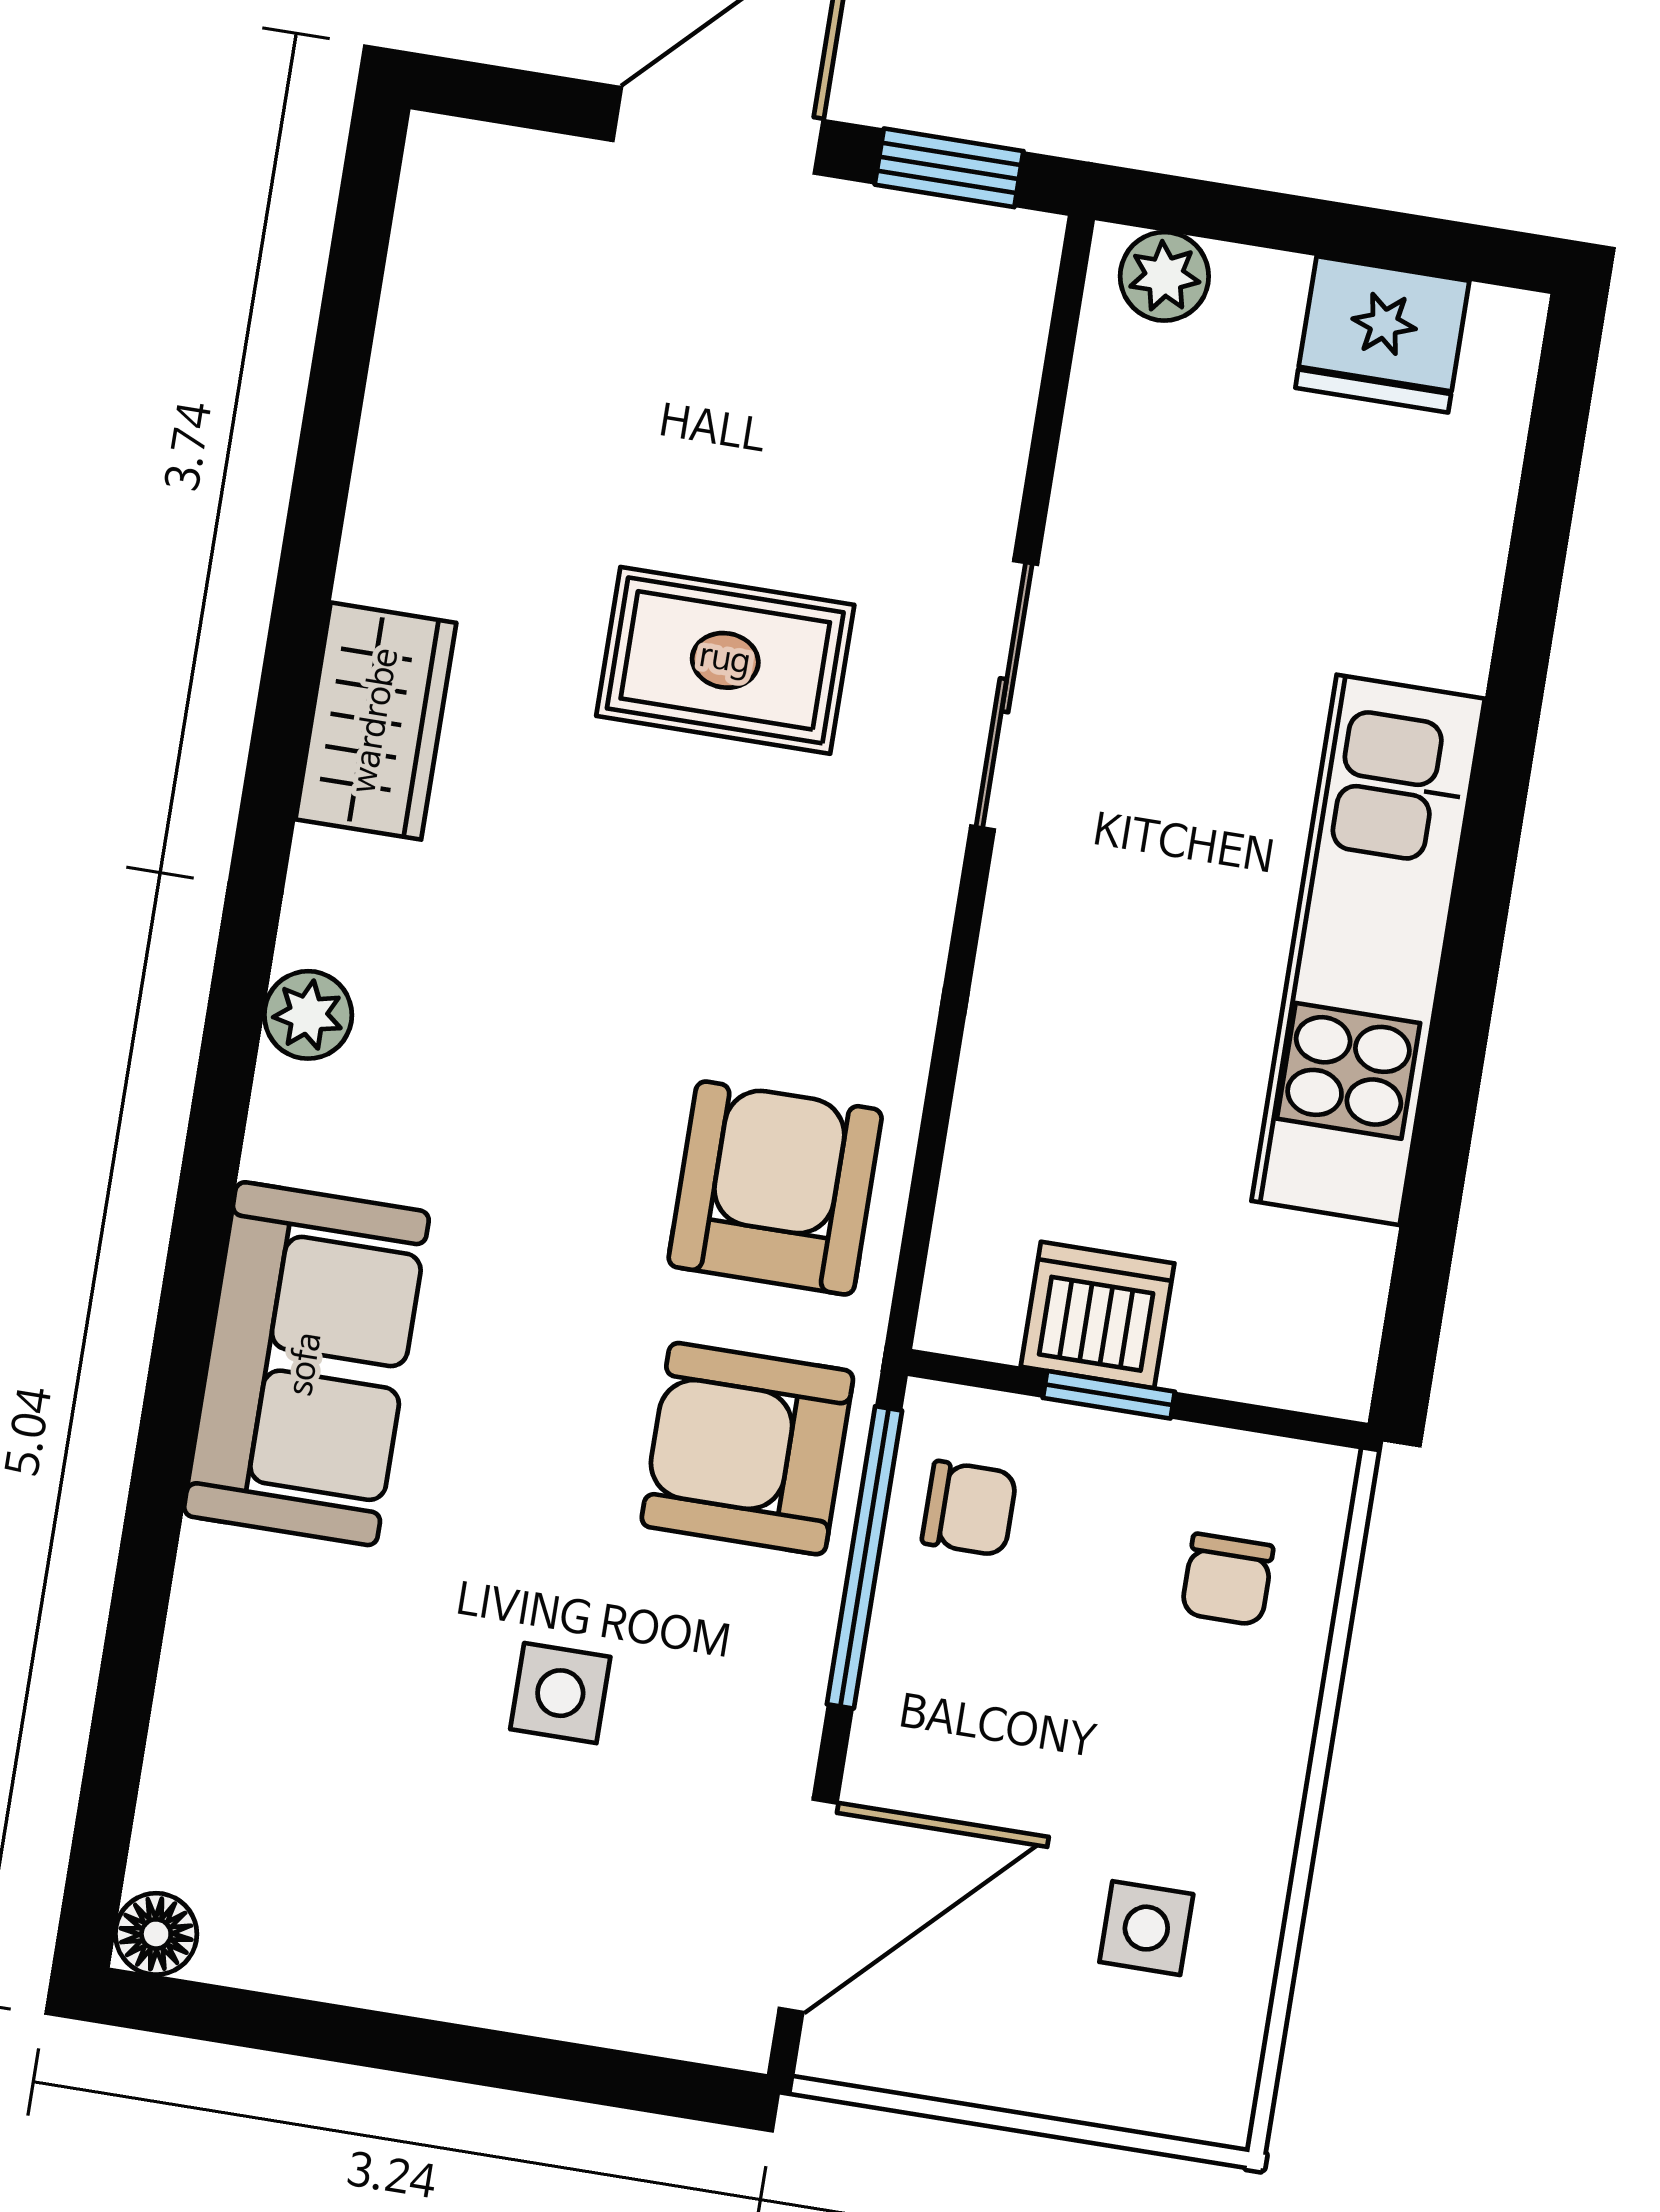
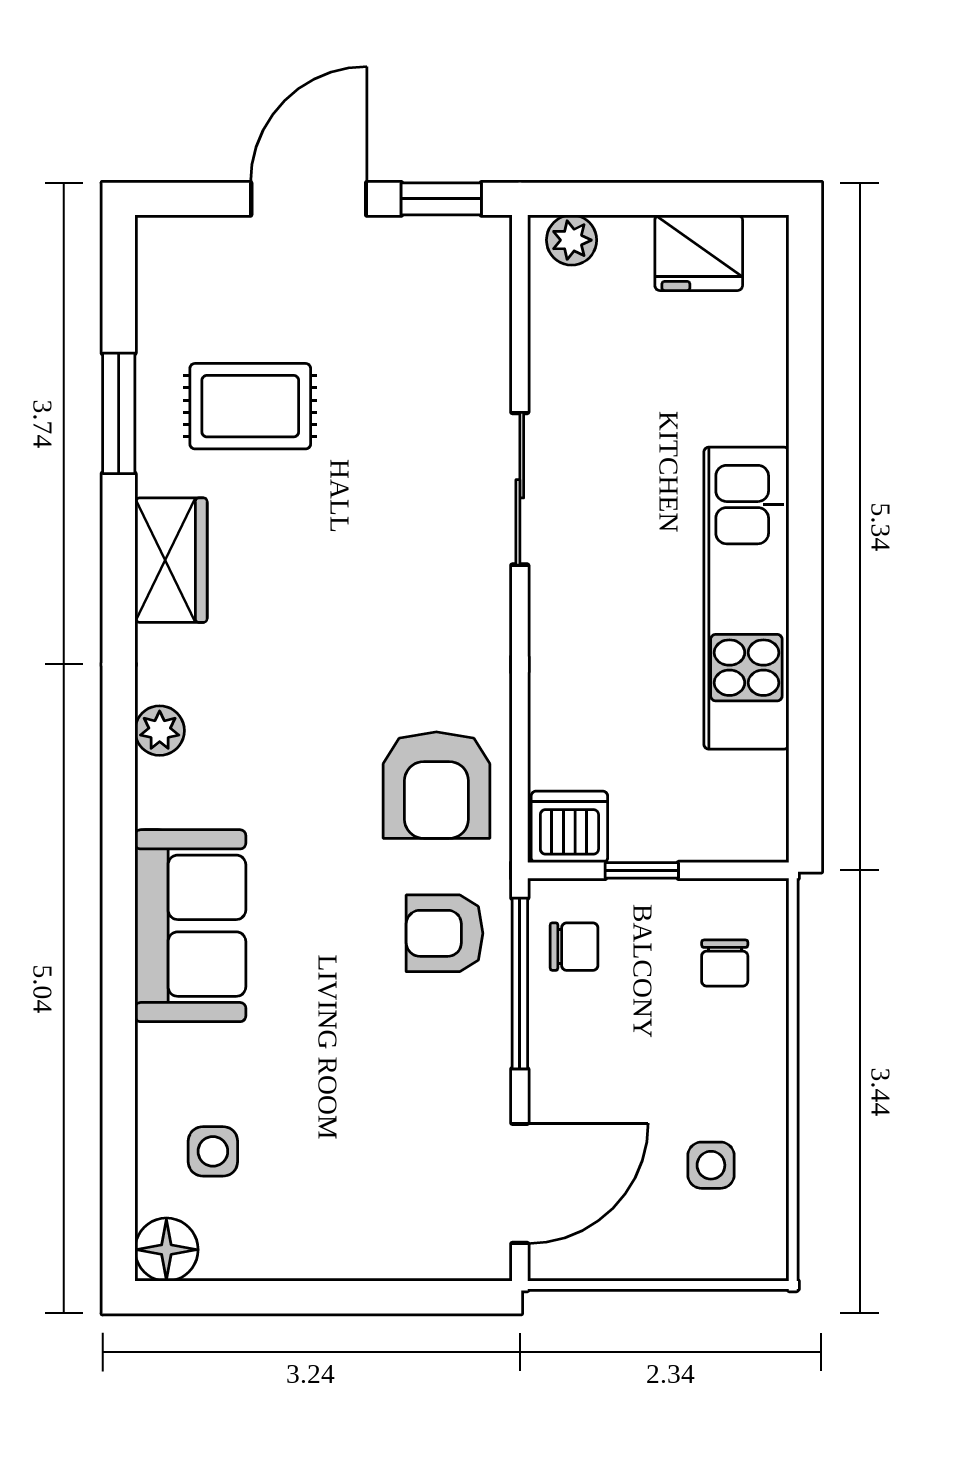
window: (326, 451) -> (119, 413), added
rug: (725, 660) -> (250, 406), moved
armchair: (775, 1188) -> (436, 785), turned 180
dishwasher: (1097, 1315) -> (569, 827), moved
armchair: (747, 1449) -> (445, 933), width x0.72, depth x0.72
side table: (560, 1693) -> (213, 1151), moved
floor lamp: (156, 1934) -> (166, 1250), width x1.37, depth x1.37

